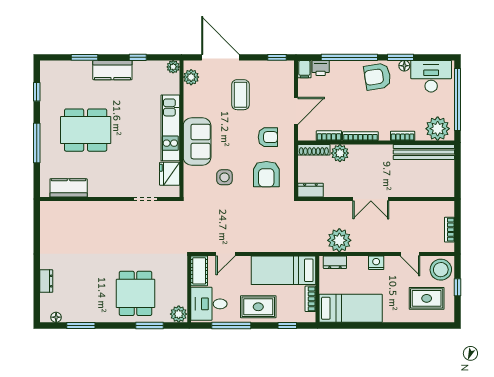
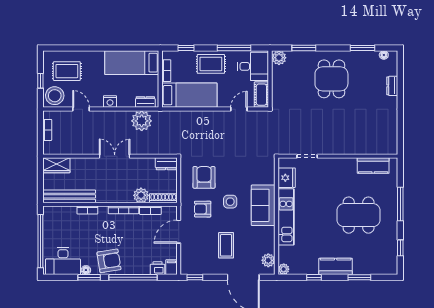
plant: (438, 129) -> (57, 216), removed
side table: (224, 177) -> (230, 202), moved
wardrobe: (439, 188) -> (57, 165), added
dining table: (135, 293) -> (331, 79), moved

